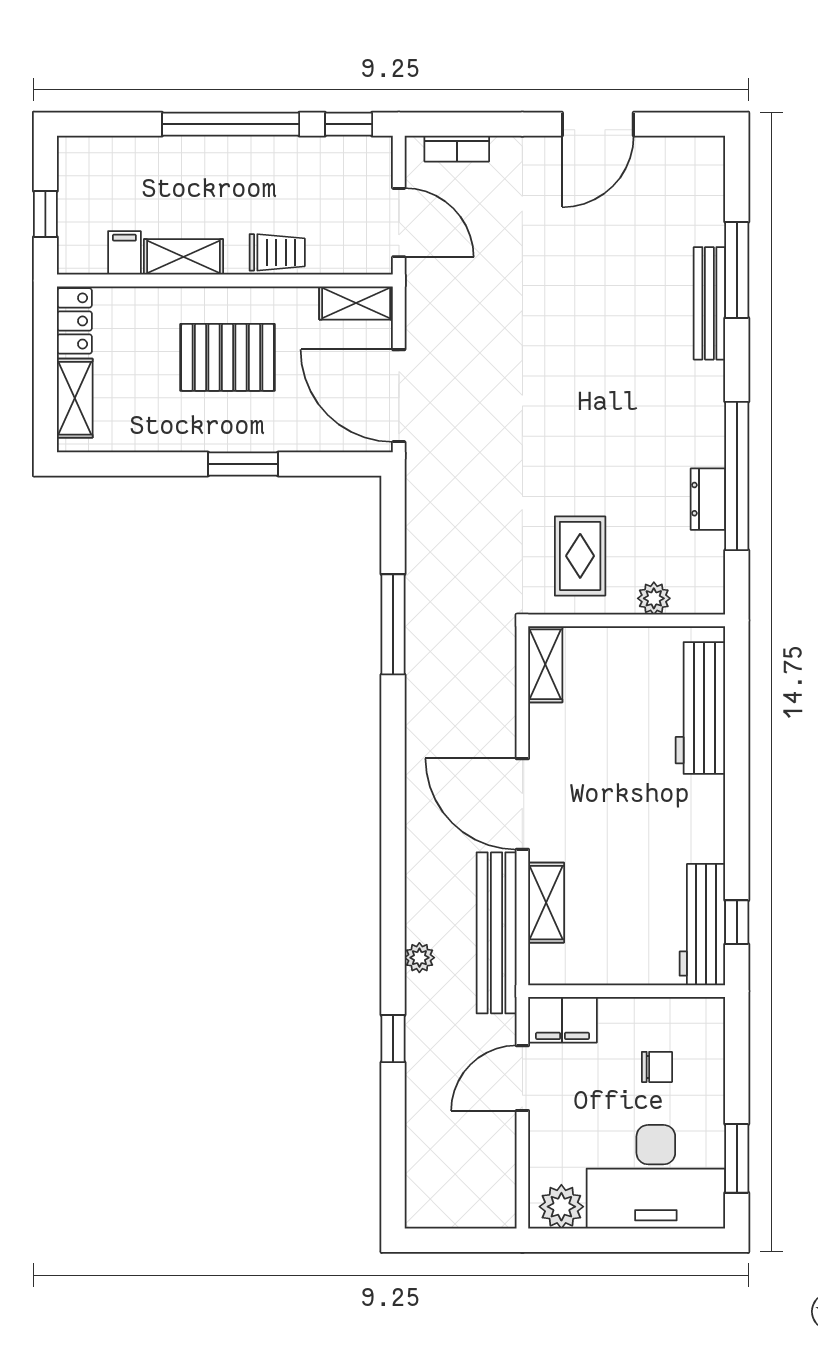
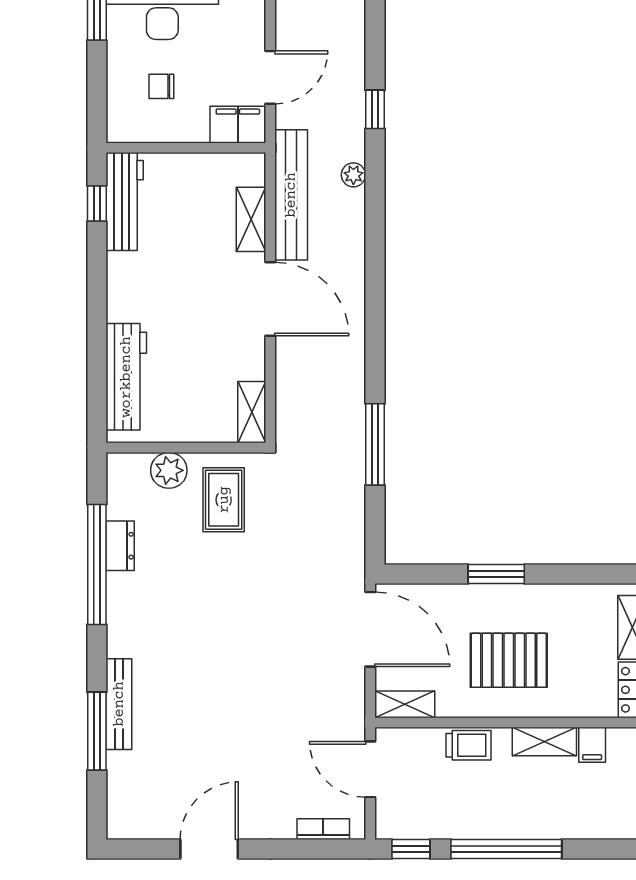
trolley: (277, 252) -> (469, 745), turned 180
plant: (654, 598) -> (169, 470), width x1.38, depth x1.38

